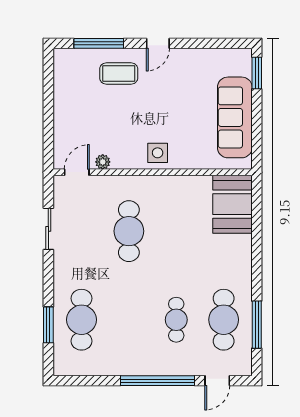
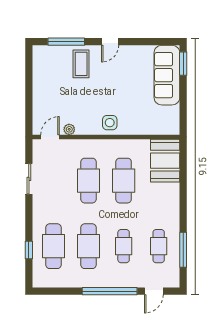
coffee table: (119, 73) -> (81, 64), turned 90
sofa: (235, 117) -> (167, 75), moved
cafe table: (176, 231) -> (124, 181), added
cafe table: (129, 320) -> (89, 246), added
cafe table: (224, 320) -> (159, 246), width x0.73, depth x0.74
window: (48, 325) -> (29, 250), width x0.67

